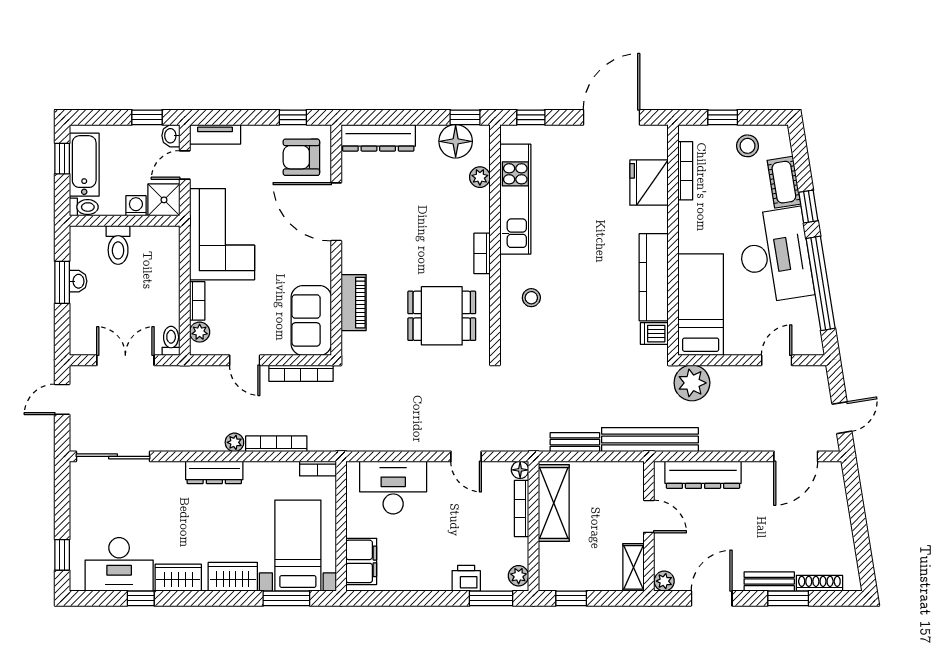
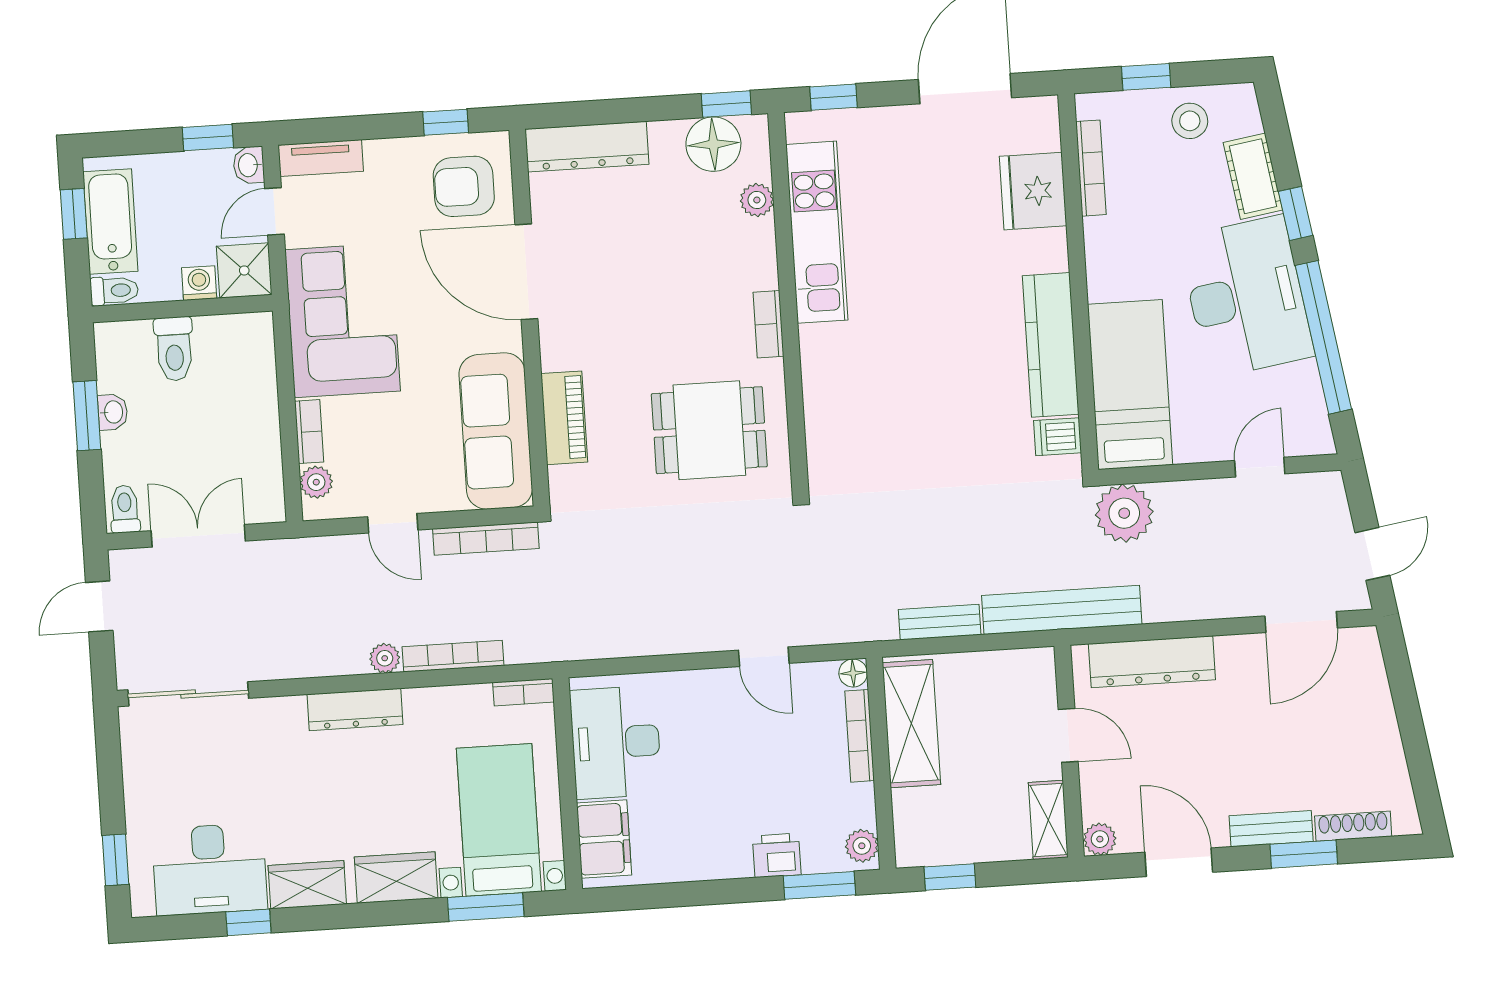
stool: (531, 298) -> (853, 391), removed
sofa: (311, 320) -> (496, 431), width x1.36
toilet: (171, 341) -> (125, 509), moved
desk: (393, 488) -> (616, 742), moved, turned -90
door: (712, 598) -> (1179, 862), hinge flipped

